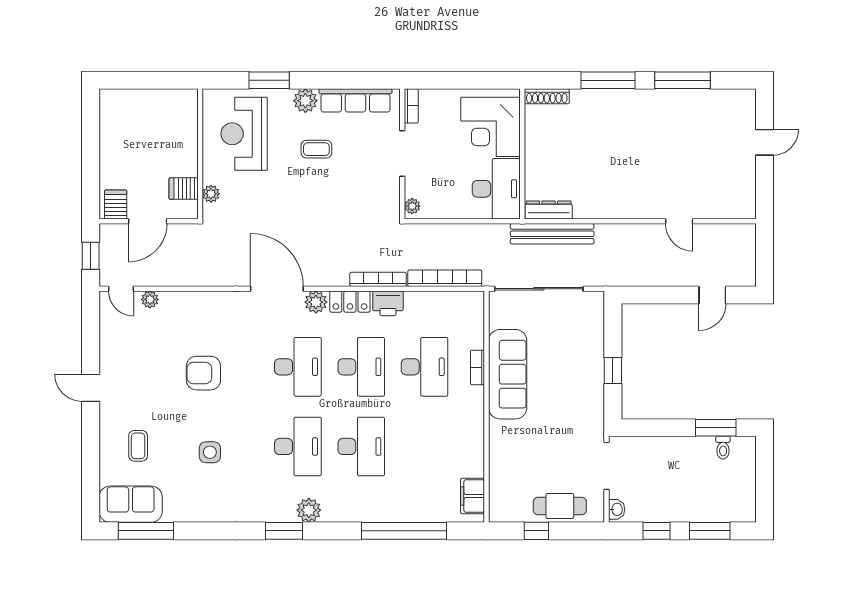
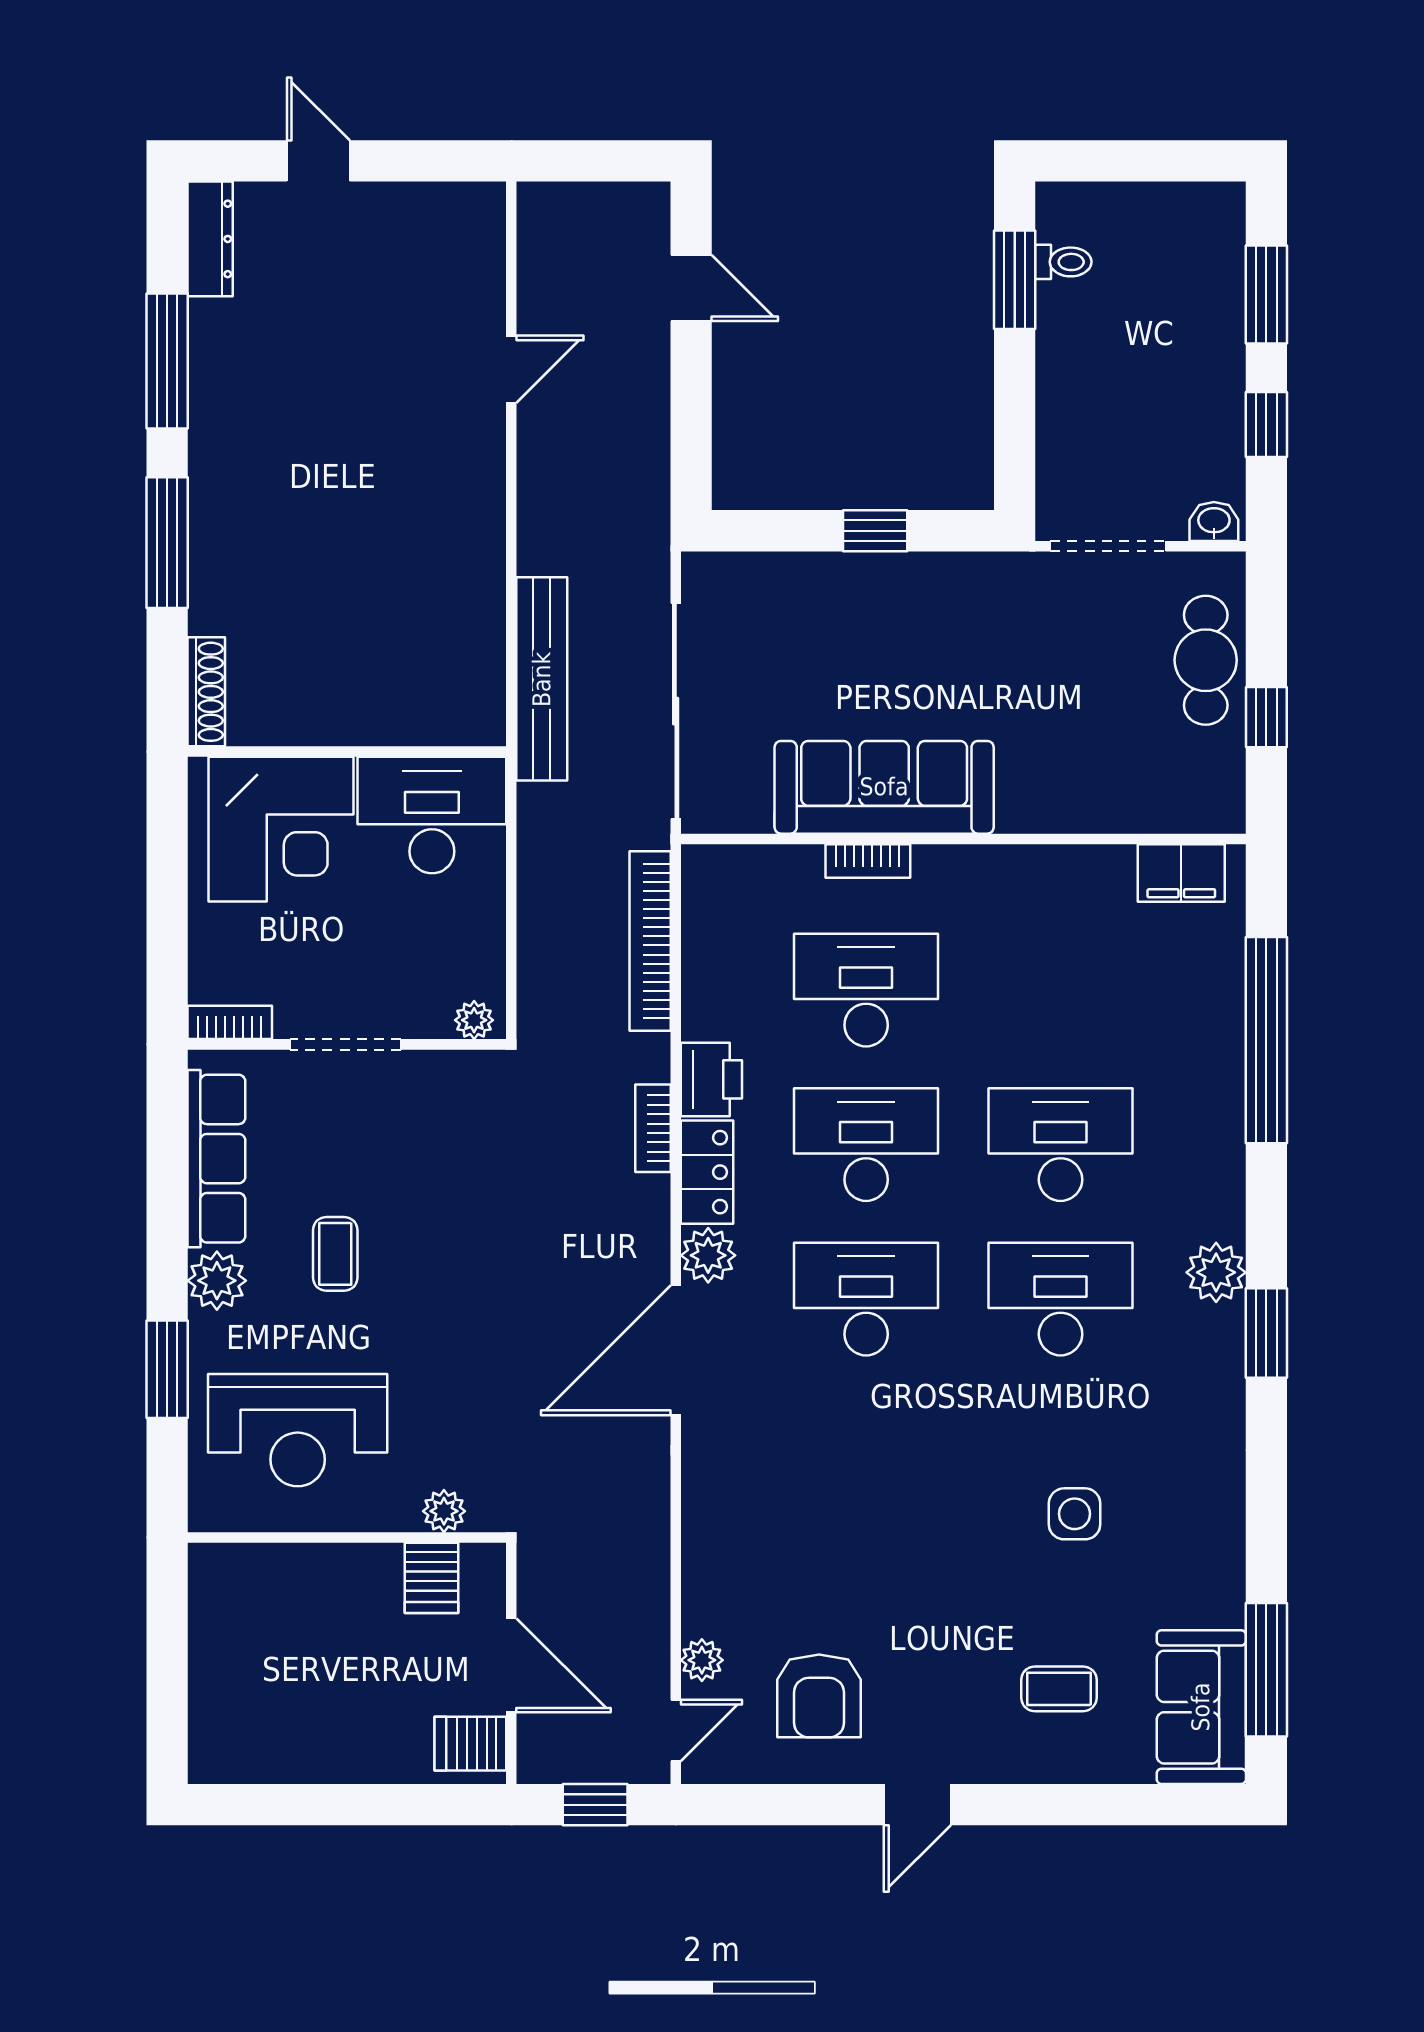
dresser: (549, 210) -> (210, 239), moved, turned 180
bookcase: (378, 279) -> (653, 1128), width x0.64
armchair: (203, 373) -> (819, 1696), moved

